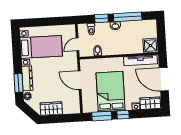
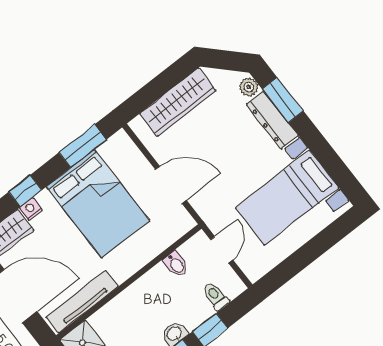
wardrobe: (51, 109) -> (178, 102), width x1.50
window: (123, 115) -> (25, 191), moved

